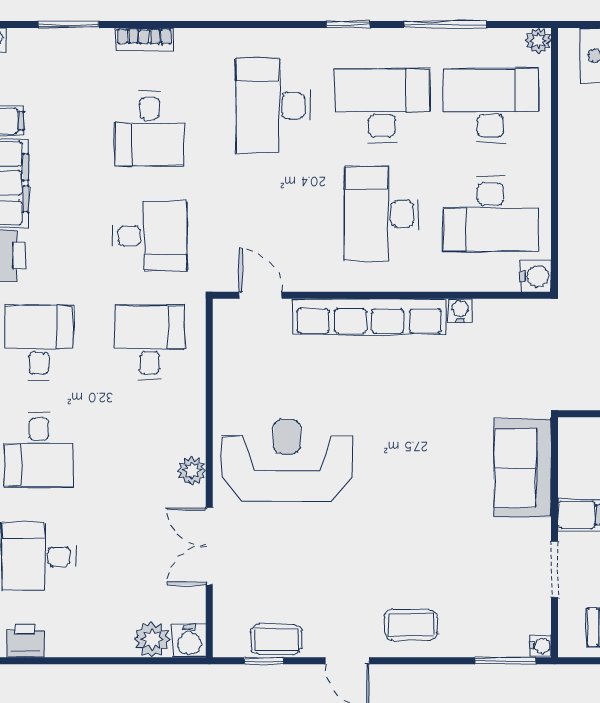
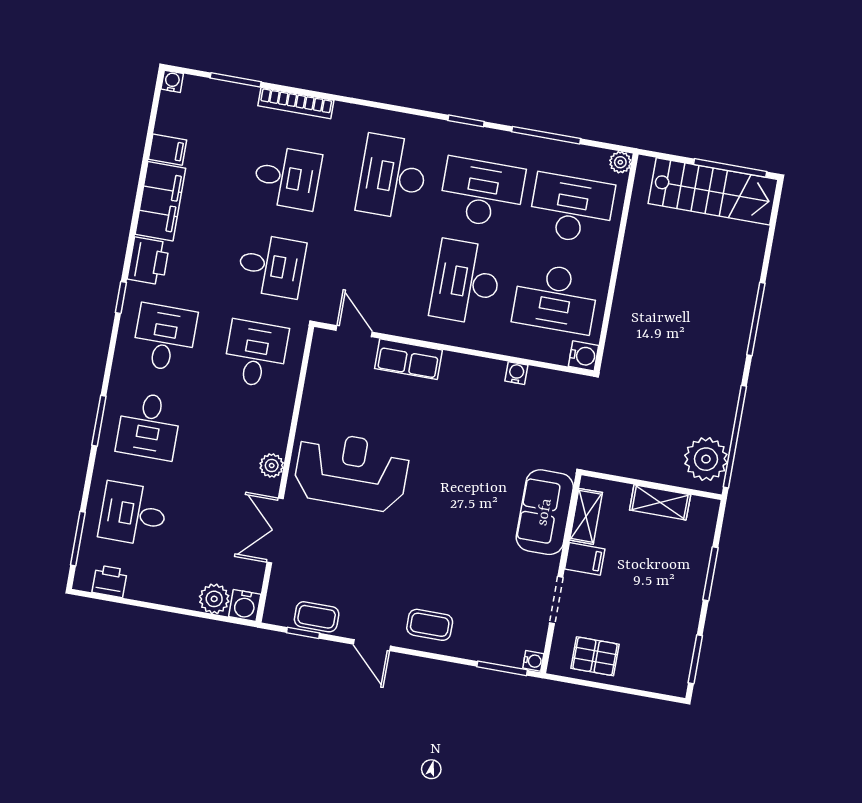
bookcase: (144, 39) -> (296, 103), width x1.56
desk: (150, 129) -> (287, 178), turned -90
row of seats: (369, 317) -> (409, 359), width x0.50
shelving: (572, 464) -> (586, 516), added

